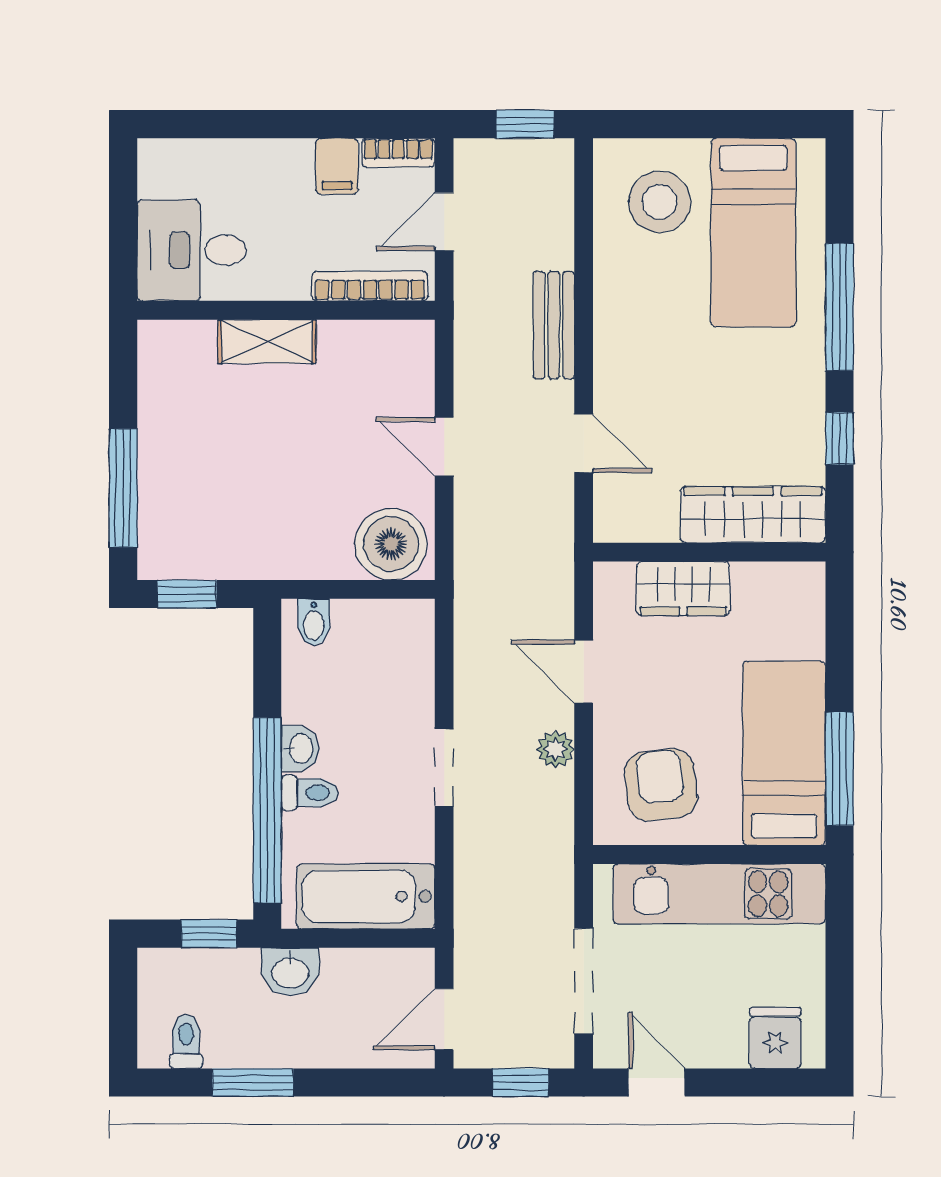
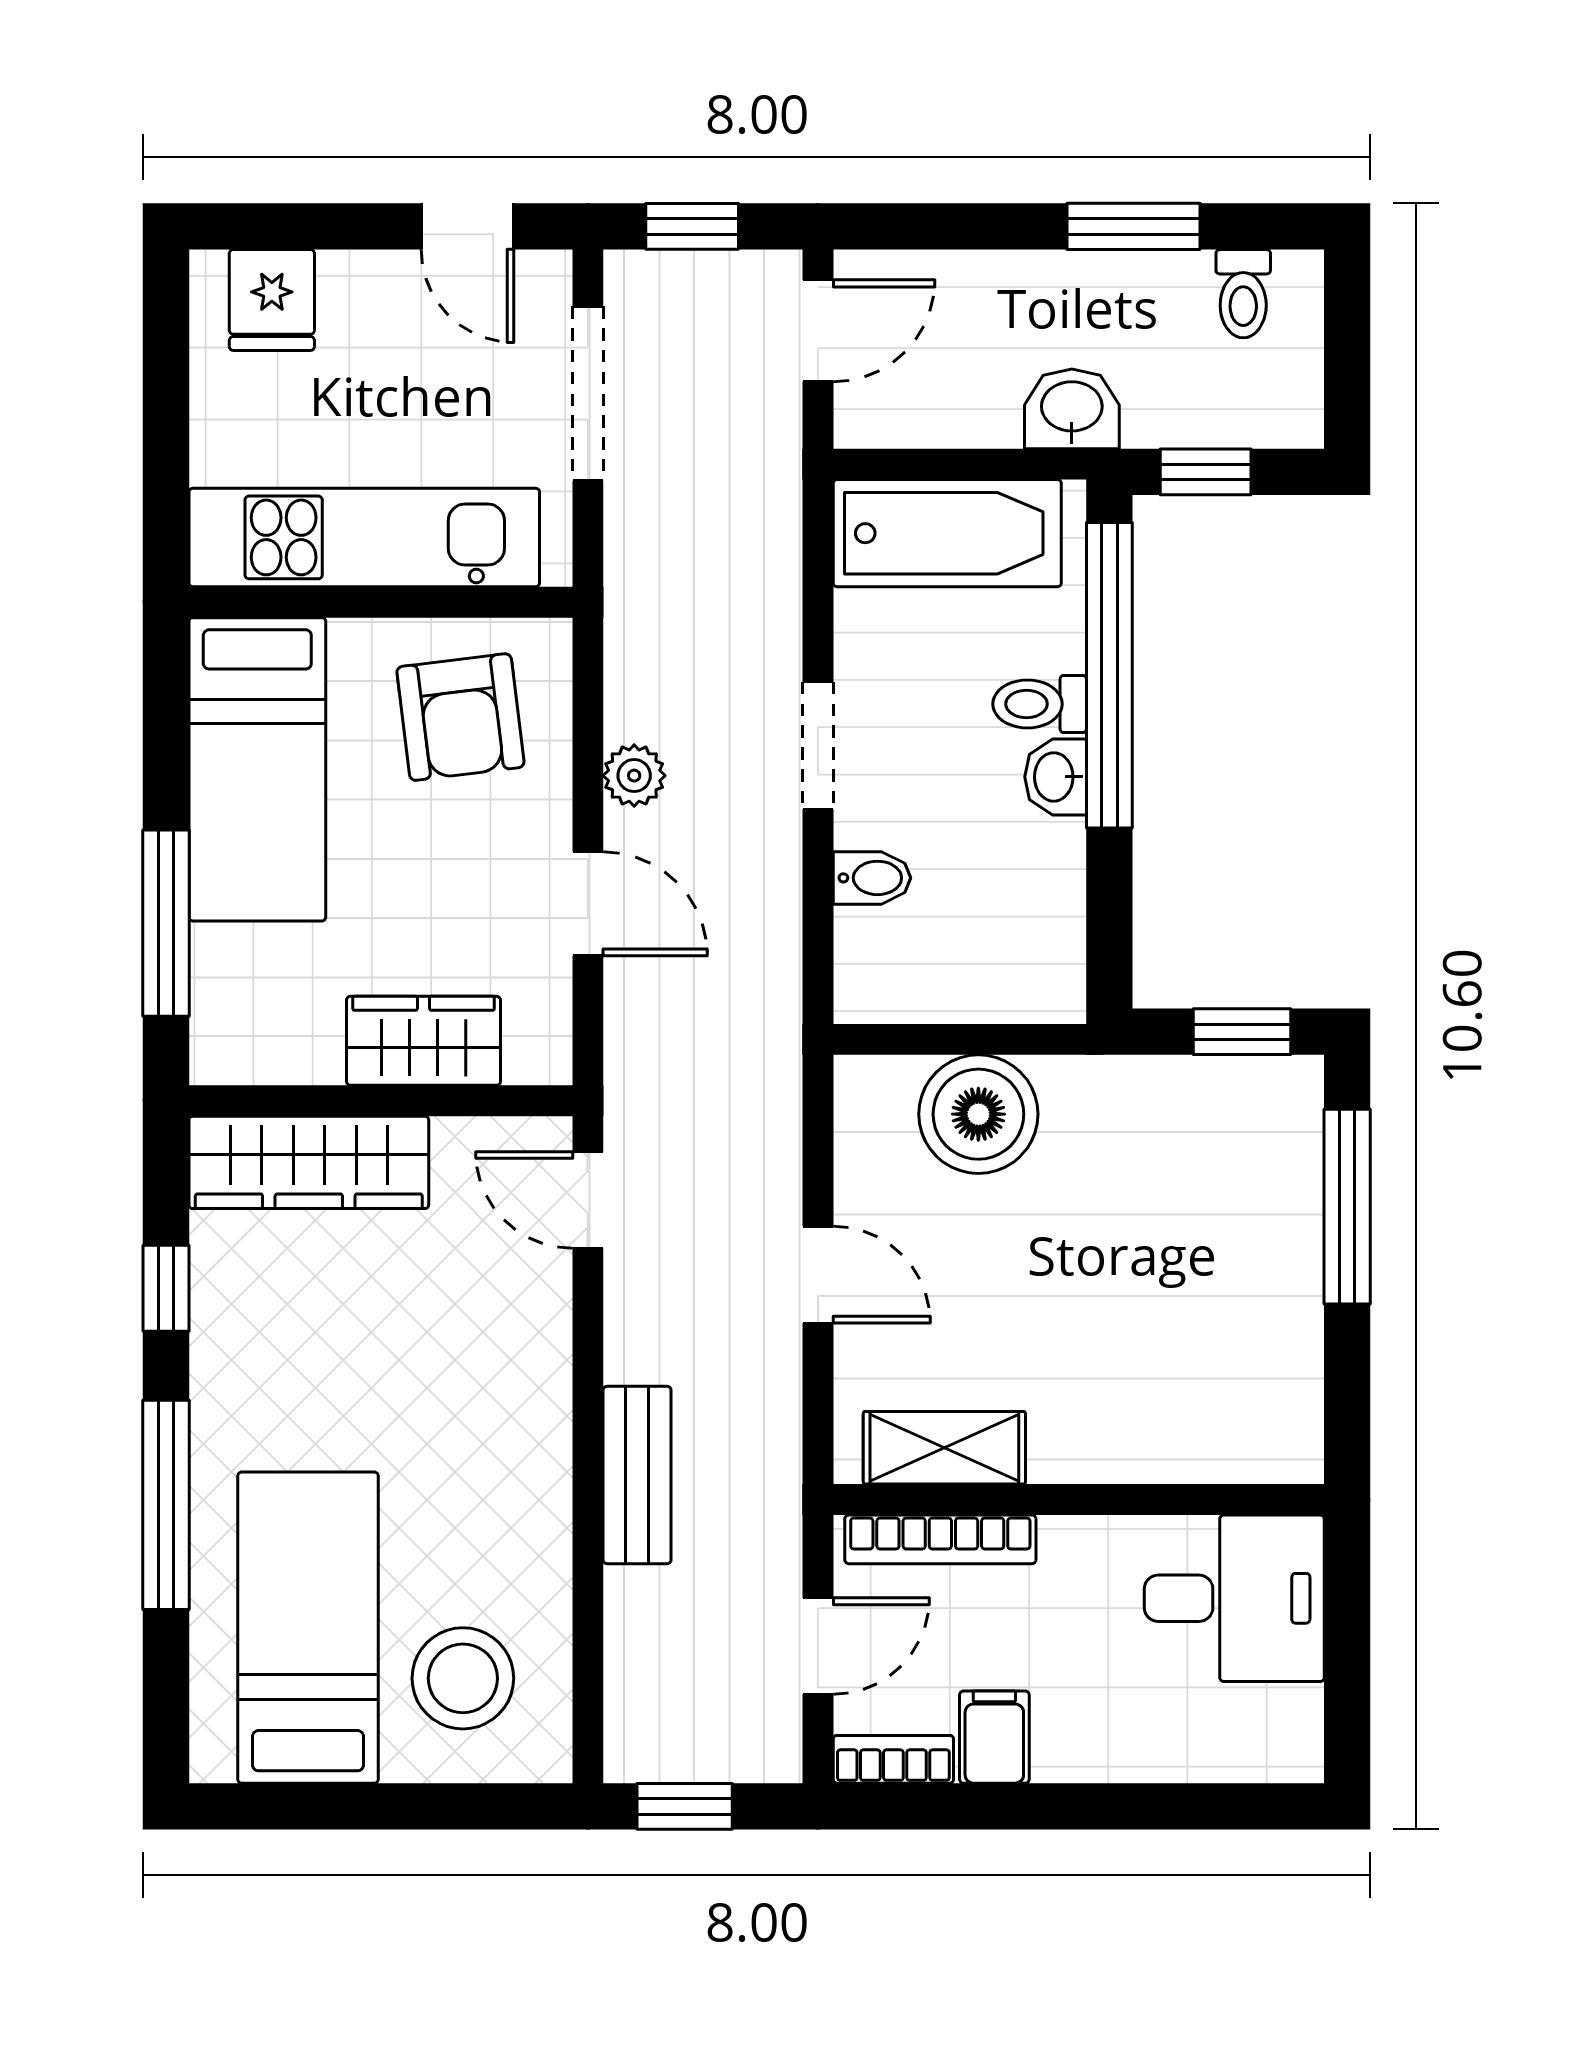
shelving: (267, 342) -> (944, 1448), moved
door: (584, 443) -> (588, 1200), moved
boiler: (391, 544) -> (978, 1114), moved
bidet: (314, 622) -> (872, 878), moved, turned 90
window: (839, 769) -> (166, 923), moved

